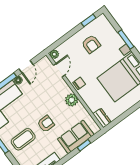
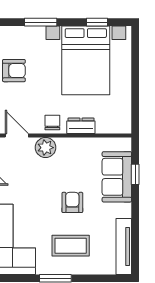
plant: (72, 100) -> (46, 148), moved
dresser: (102, 118) -> (81, 126), moved
coffee table: (23, 139) -> (71, 246), turned 90

